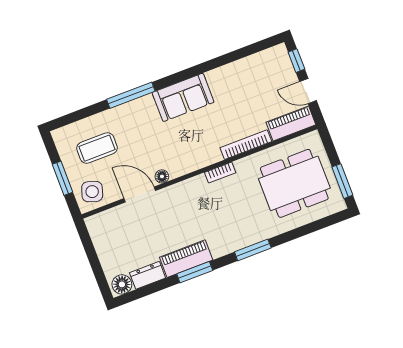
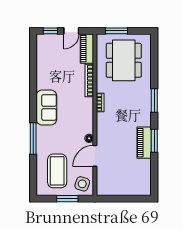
coffee table: (97, 148) -> (57, 171), width x1.36, depth x1.32
window: (342, 181) -> (116, 31), moved
dresser: (148, 275) -> (145, 170), removed
floor lamp: (122, 284) -> (145, 187), removed

